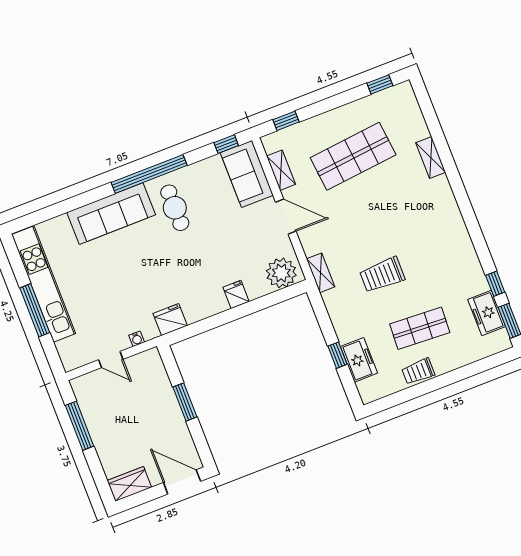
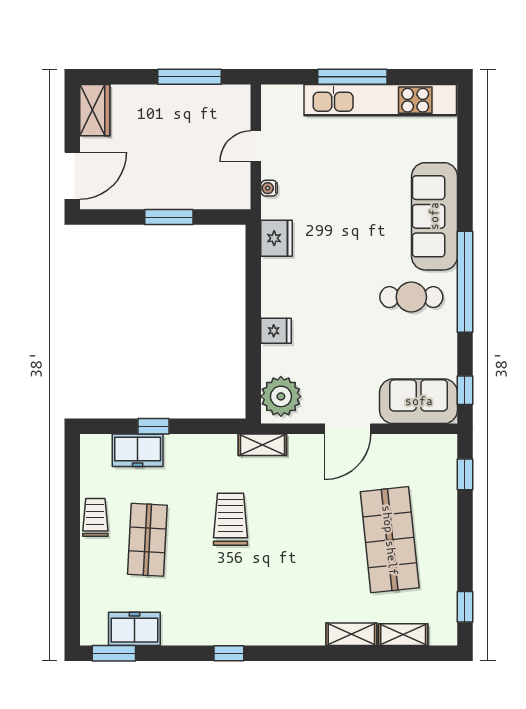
shelving: (281, 170) -> (403, 635), moved
window: (495, 284) -> (229, 653), moved

